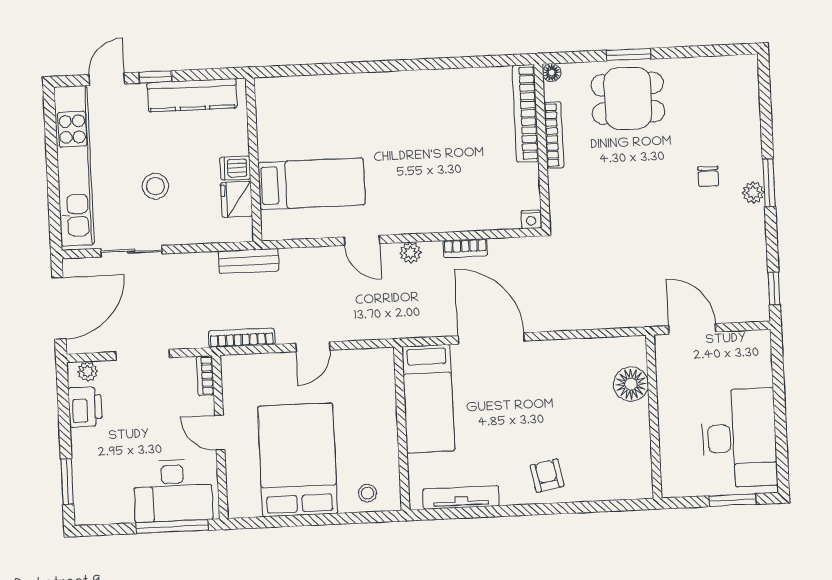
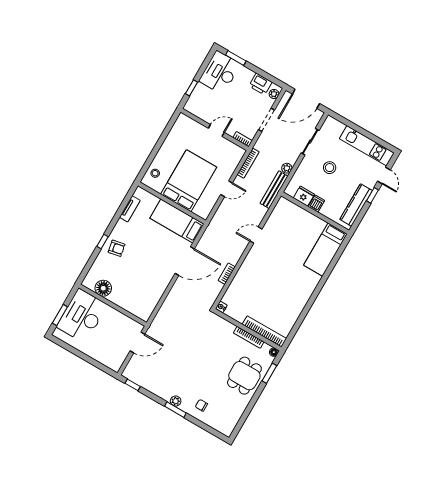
window: (629, 55) -> (269, 373), moved
kitchen unit: (74, 166) -> (367, 146), width x0.73
chair: (708, 176) -> (201, 405), moved
bed: (311, 184) -> (325, 250), moved
plant: (410, 253) -> (287, 168), moved
bench: (249, 261) -> (274, 190), width x1.36
door: (59, 308) -> (306, 99), hinge flipped
door: (313, 347) -> (227, 189), swing flipped
floor lamp: (631, 384) -> (103, 288), moved
desk: (739, 438) -> (82, 316), moved, turned 90
bed: (298, 460) -> (189, 181), moved, turned -90
desk: (173, 491) -> (220, 73), moved
tv unit: (461, 497) -> (130, 209), width x0.71
window: (551, 509) -> (102, 242), added
window: (172, 527) -> (192, 88), width x0.46

